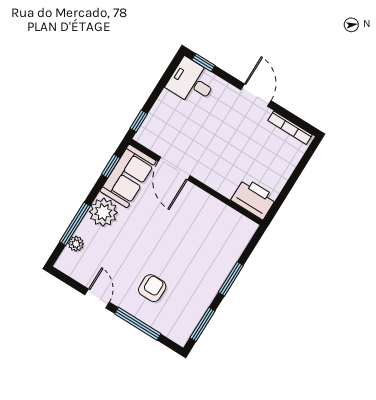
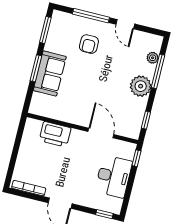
desk: (192, 82) -> (114, 176), moved, width x1.37
sofa: (128, 176) -> (50, 74), moved, turned 180
printer: (254, 199) -> (55, 134), moved

